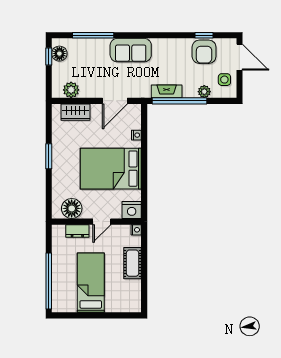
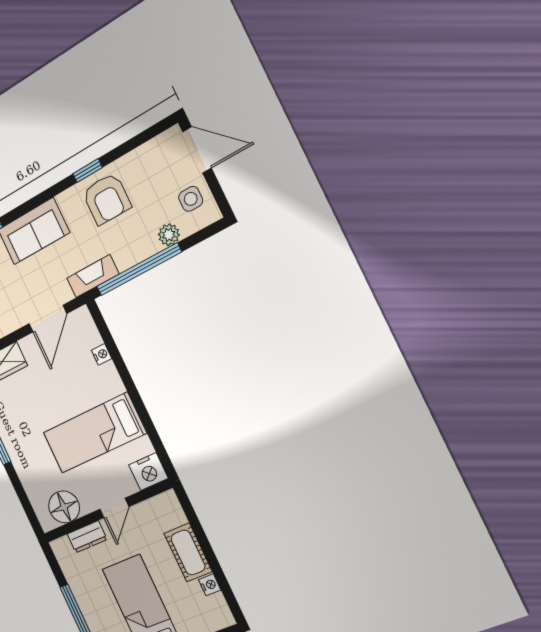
window: (204, 35) -> (88, 171), moved
armchair: (204, 52) -> (107, 199), moved
fireplace: (167, 91) -> (93, 276), moved
bed: (111, 169) -> (94, 433), width x0.67
nightstand: (136, 230) -> (210, 585), moved

